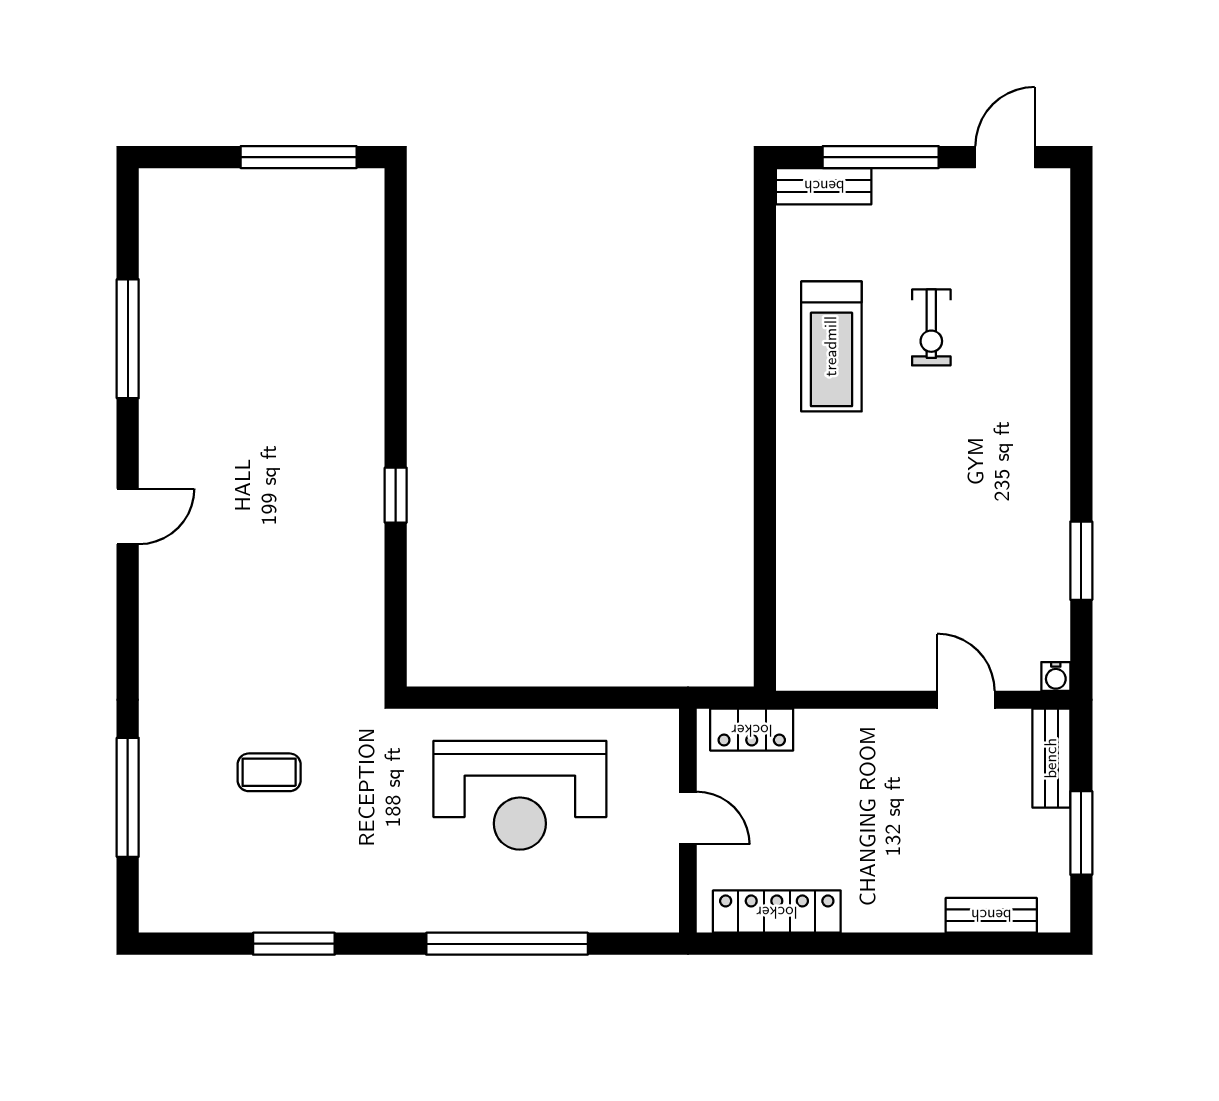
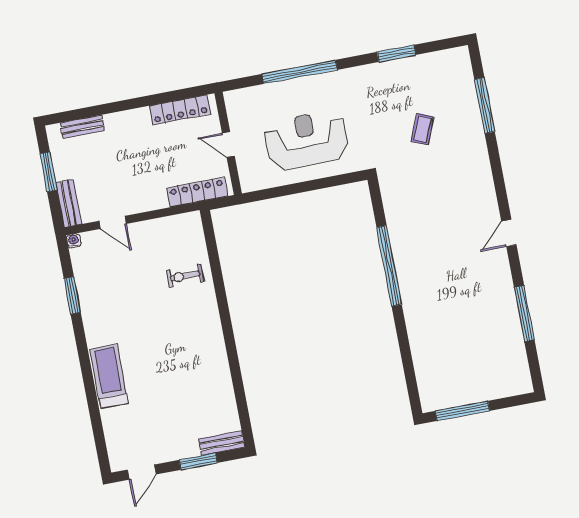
window: (881, 157) -> (198, 461), width x0.69
exercise bike: (931, 327) -> (185, 276), moved, turned -90
treadmill: (831, 346) -> (109, 376), moved
window: (396, 495) -> (389, 266), width x3.17
locker: (752, 730) -> (197, 192), width x1.53
coffee table: (269, 772) -> (423, 129), turned -67

